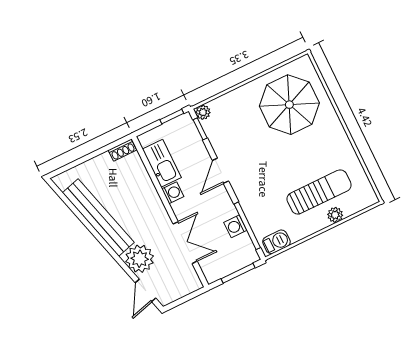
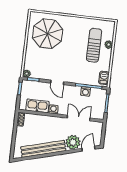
door: (146, 290) -> (88, 149), swing flipped

